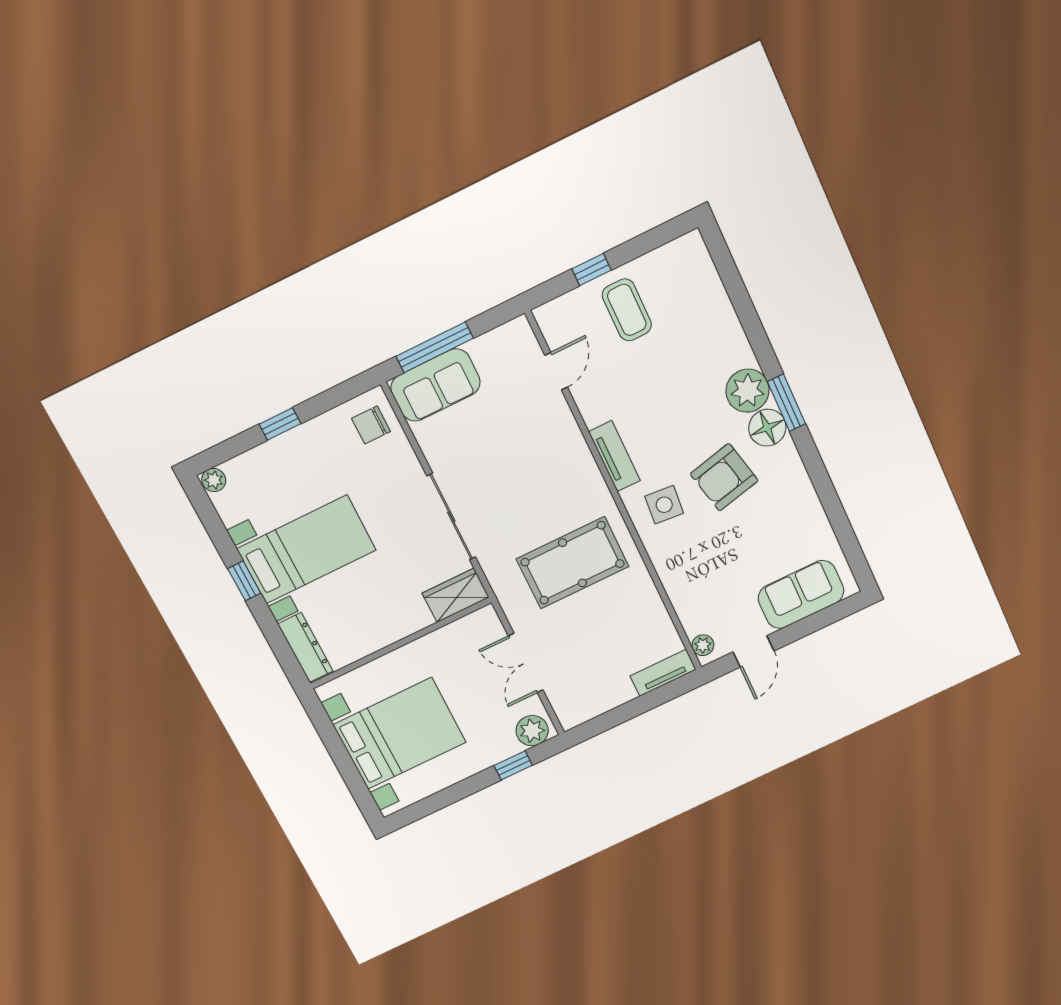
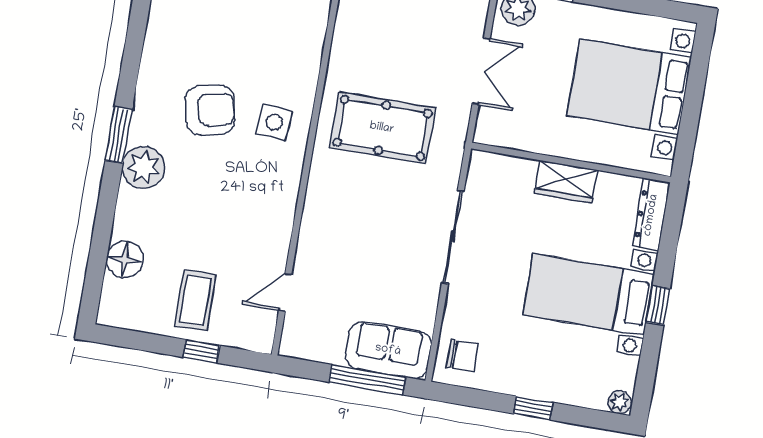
floor lamp: (767, 428) -> (125, 259), moved
tv unit: (614, 456) -> (287, 191), removed
wardrobe: (456, 595) -> (566, 182), moved

